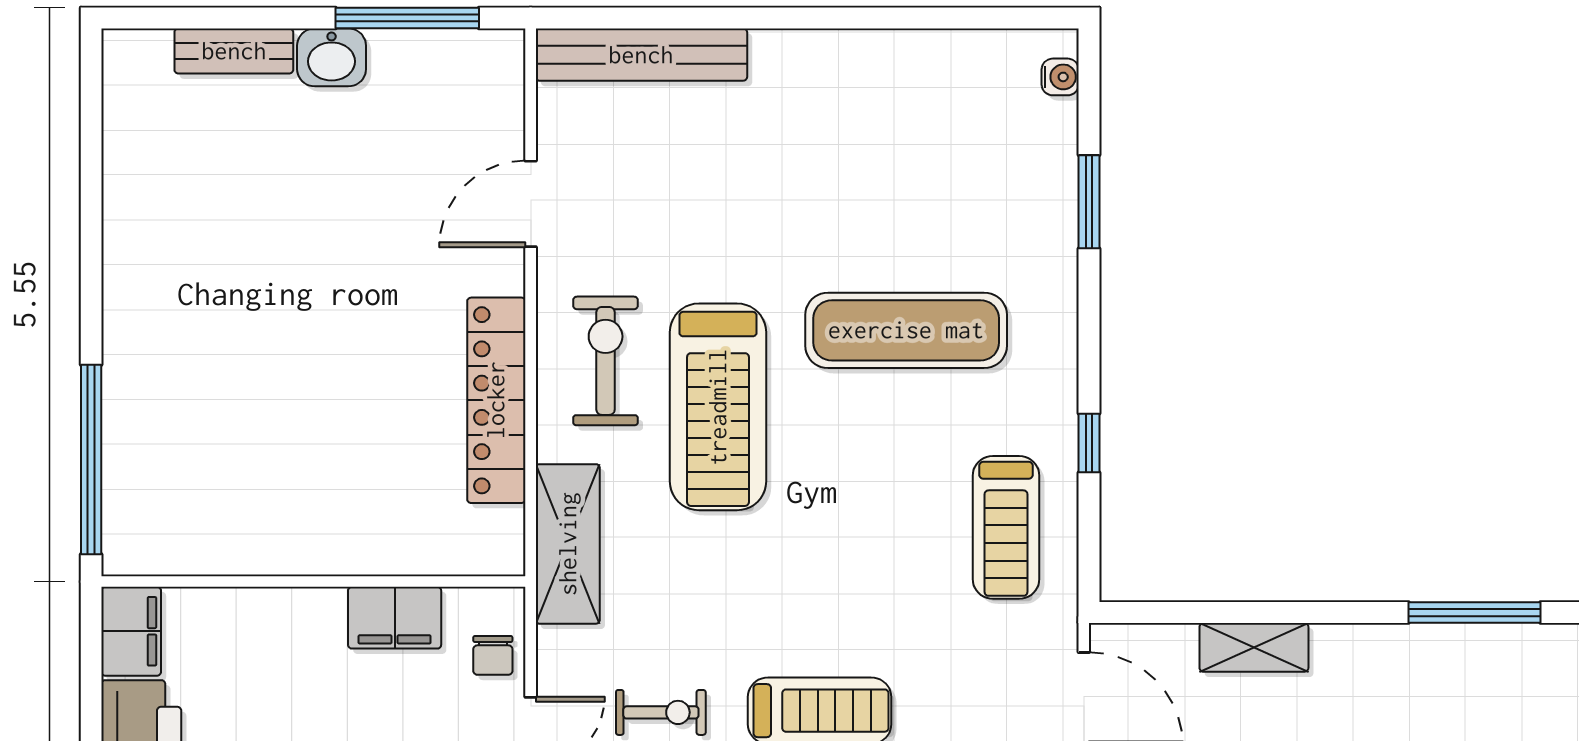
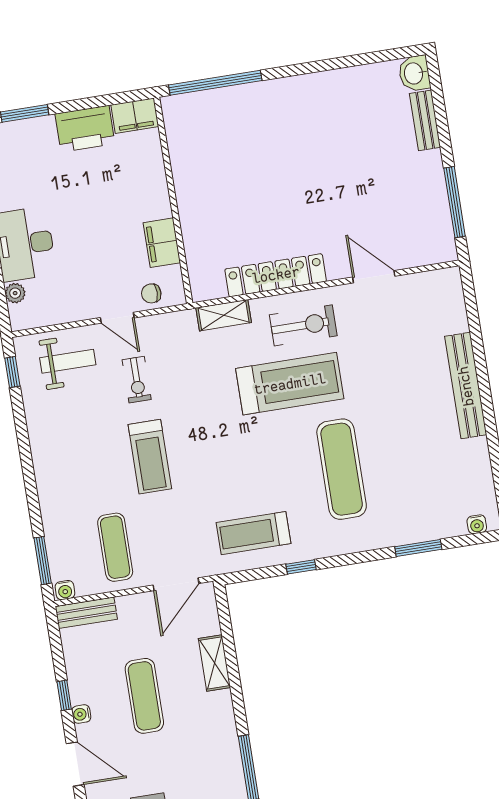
bench: (641, 55) -> (466, 386), moved
washbasin: (332, 57) -> (414, 73), moved
treadmill: (718, 407) -> (290, 384), turned 180
shelving: (568, 544) -> (224, 315), width x0.67, depth x0.75

